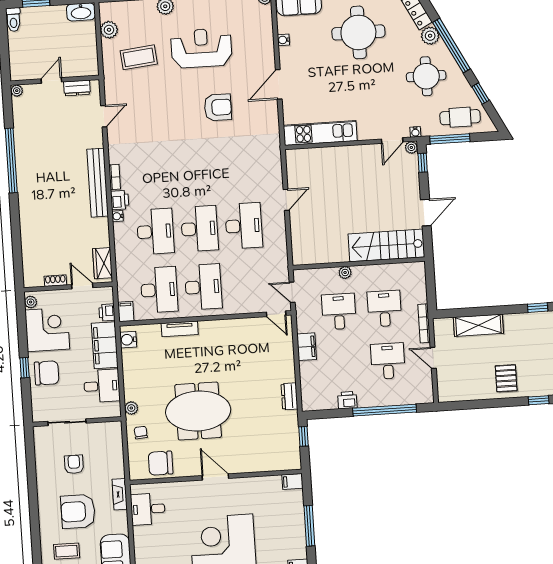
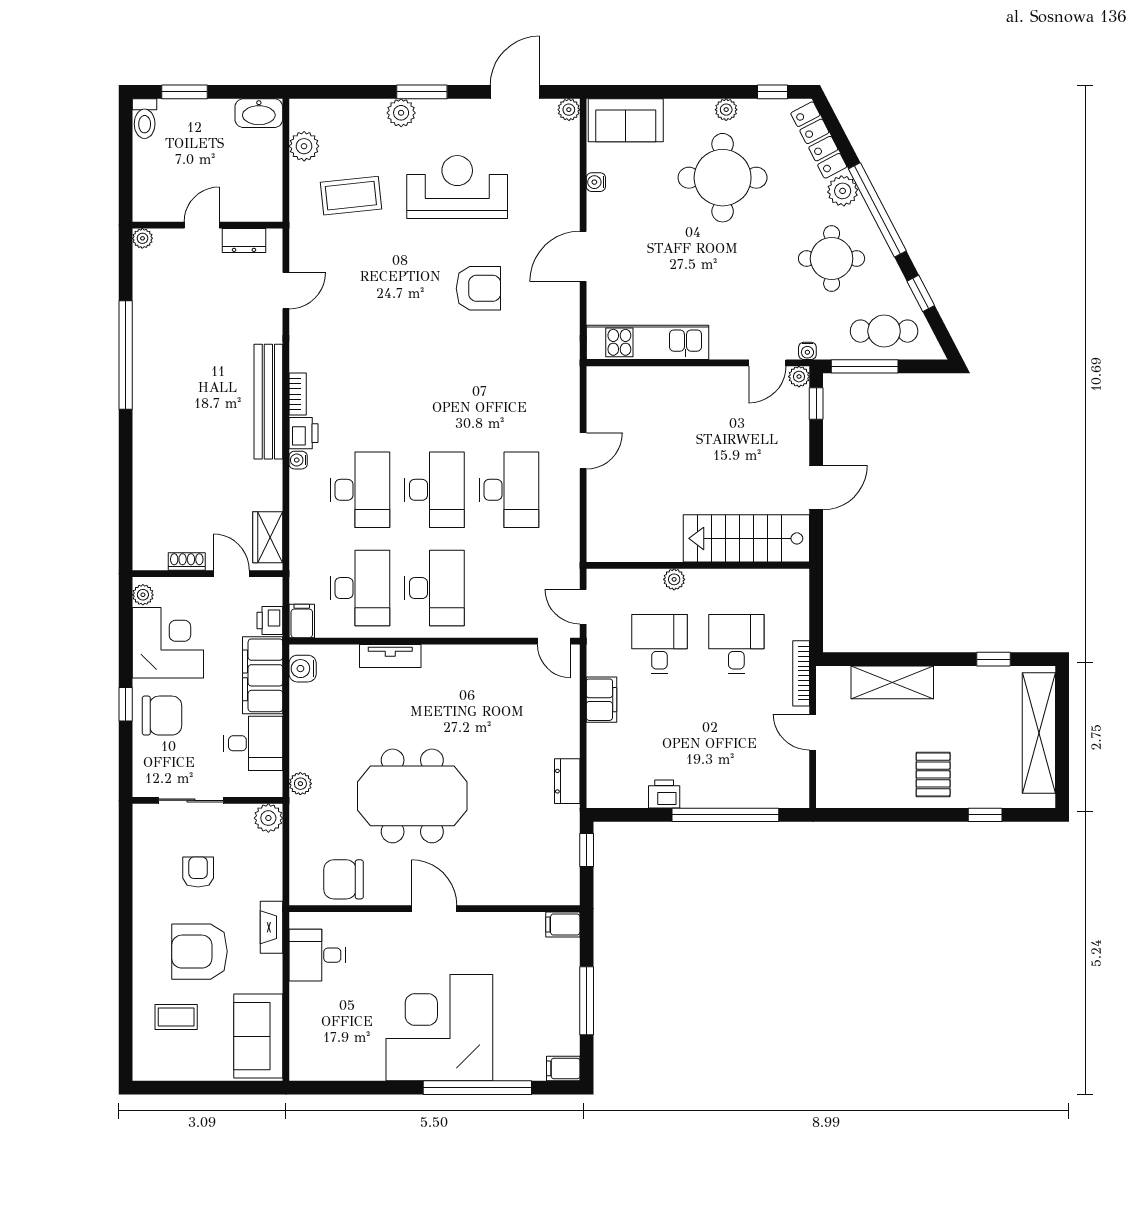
desk: (388, 361) -> (736, 733), removed
plant: (114, 430) -> (268, 818), added
chair: (141, 433) -> (314, 826), removed

